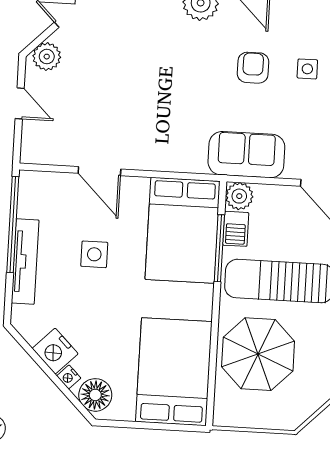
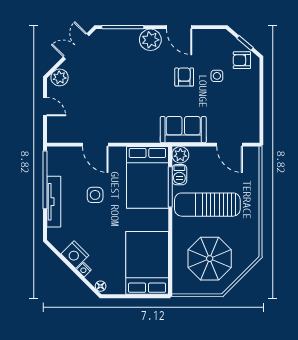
parasol: (258, 354) -> (210, 259), moved
floor lamp: (95, 395) -> (101, 286), width x0.53, depth x0.53

